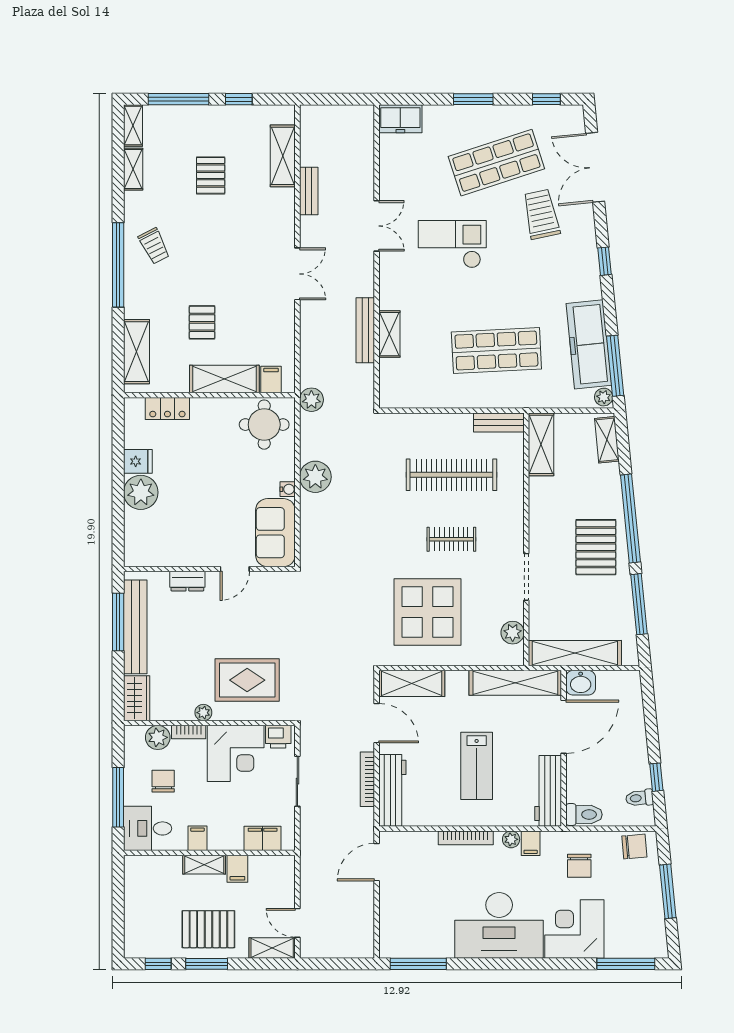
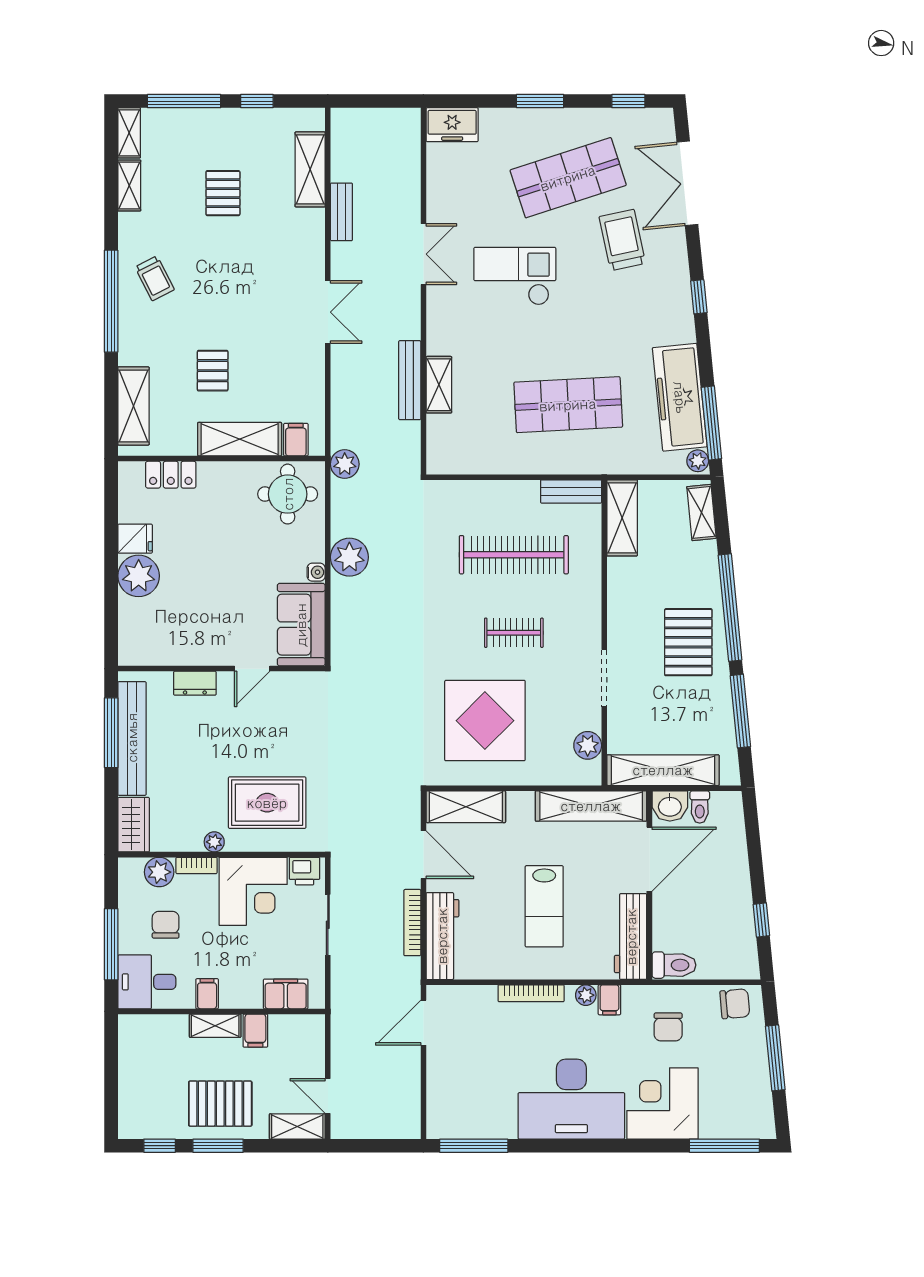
toilet: (639, 798) -> (700, 807), moved, turned -84

